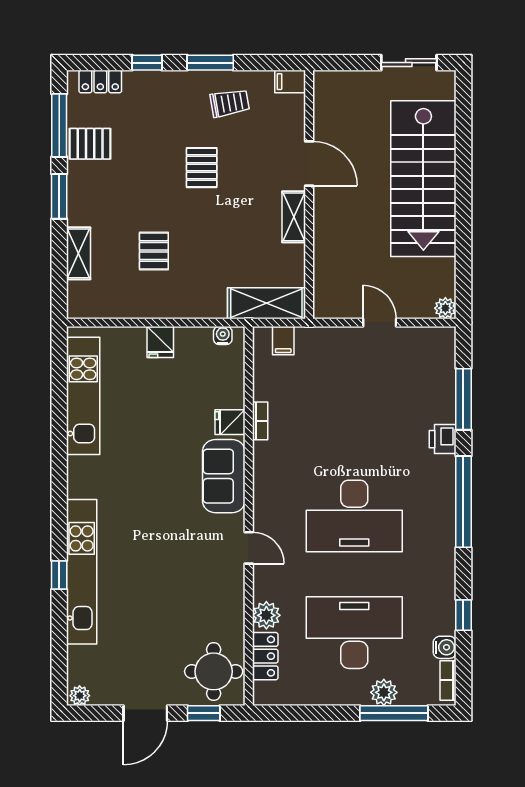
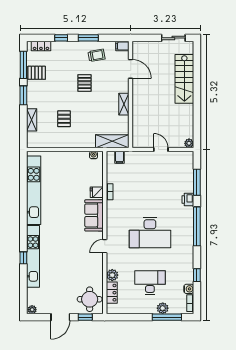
door: (309, 163) -> (131, 69), moved
stairs: (423, 179) -> (184, 79), width x0.73, depth x0.66
fridge: (160, 342) -> (67, 158), removed
kitchen unit: (83, 396) -> (34, 190), width x1.36
door: (249, 548) -> (105, 246), swing flipped
desk: (354, 633) -> (150, 283), width x0.73, depth x0.77

